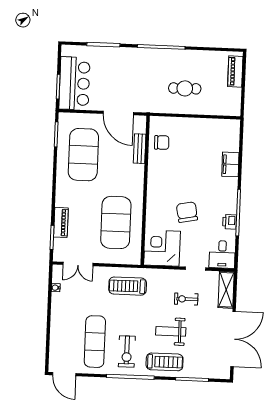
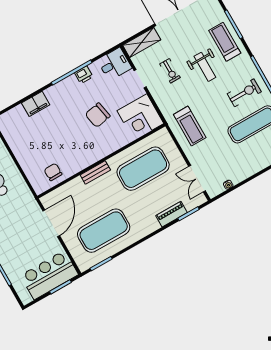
bench: (140, 149) -> (95, 172), moved
double door: (78, 264) -> (197, 179), swing flipped
treadmill: (165, 362) -> (225, 42), moved

